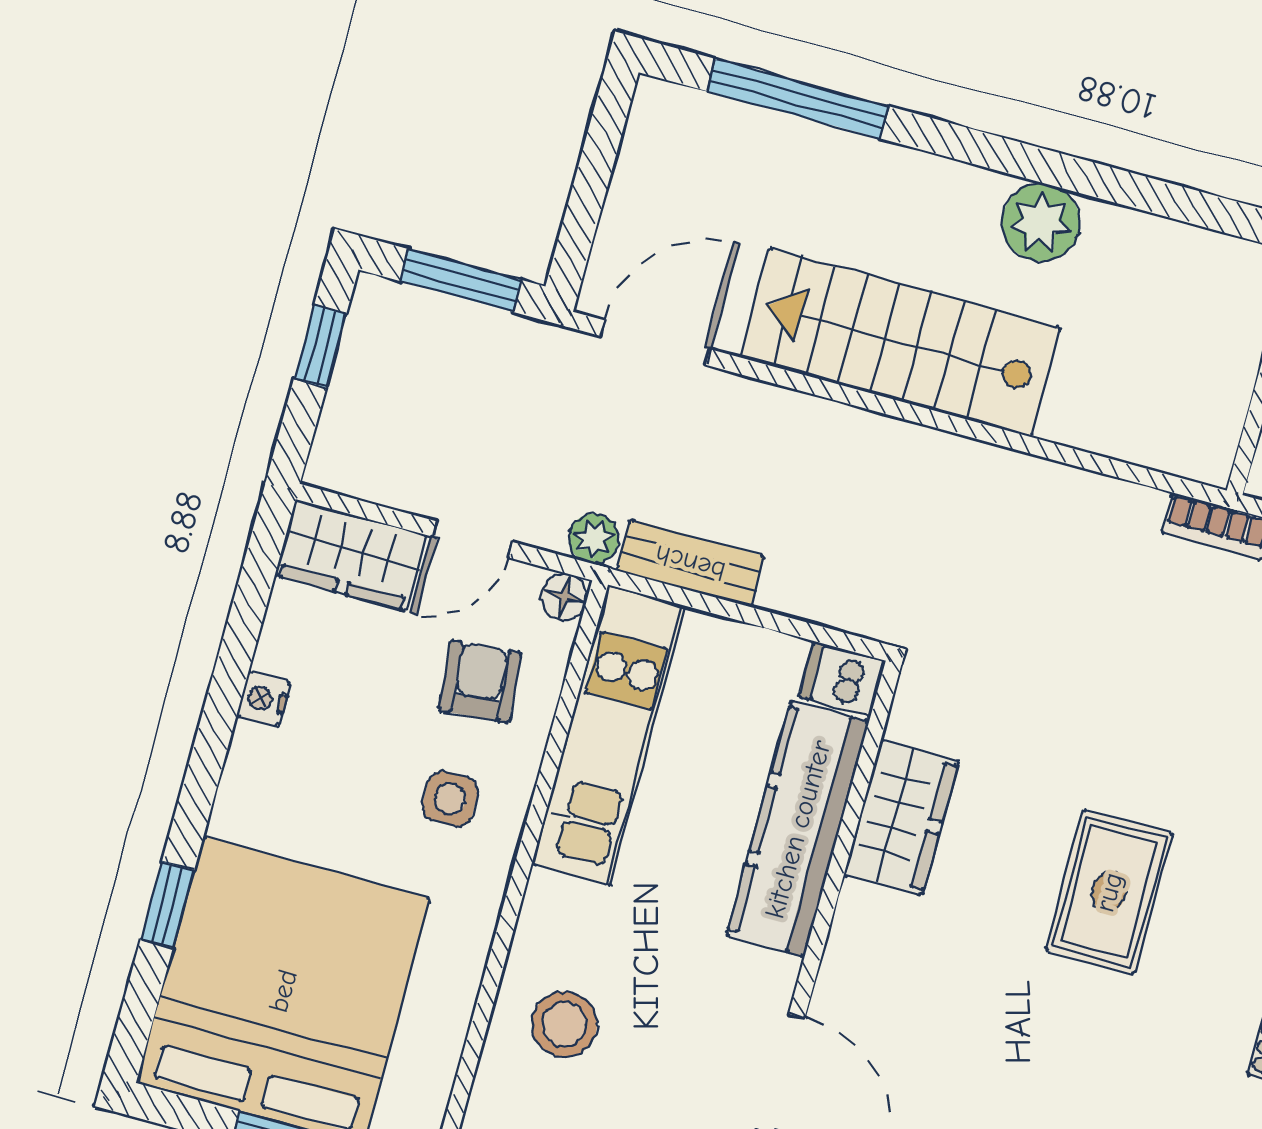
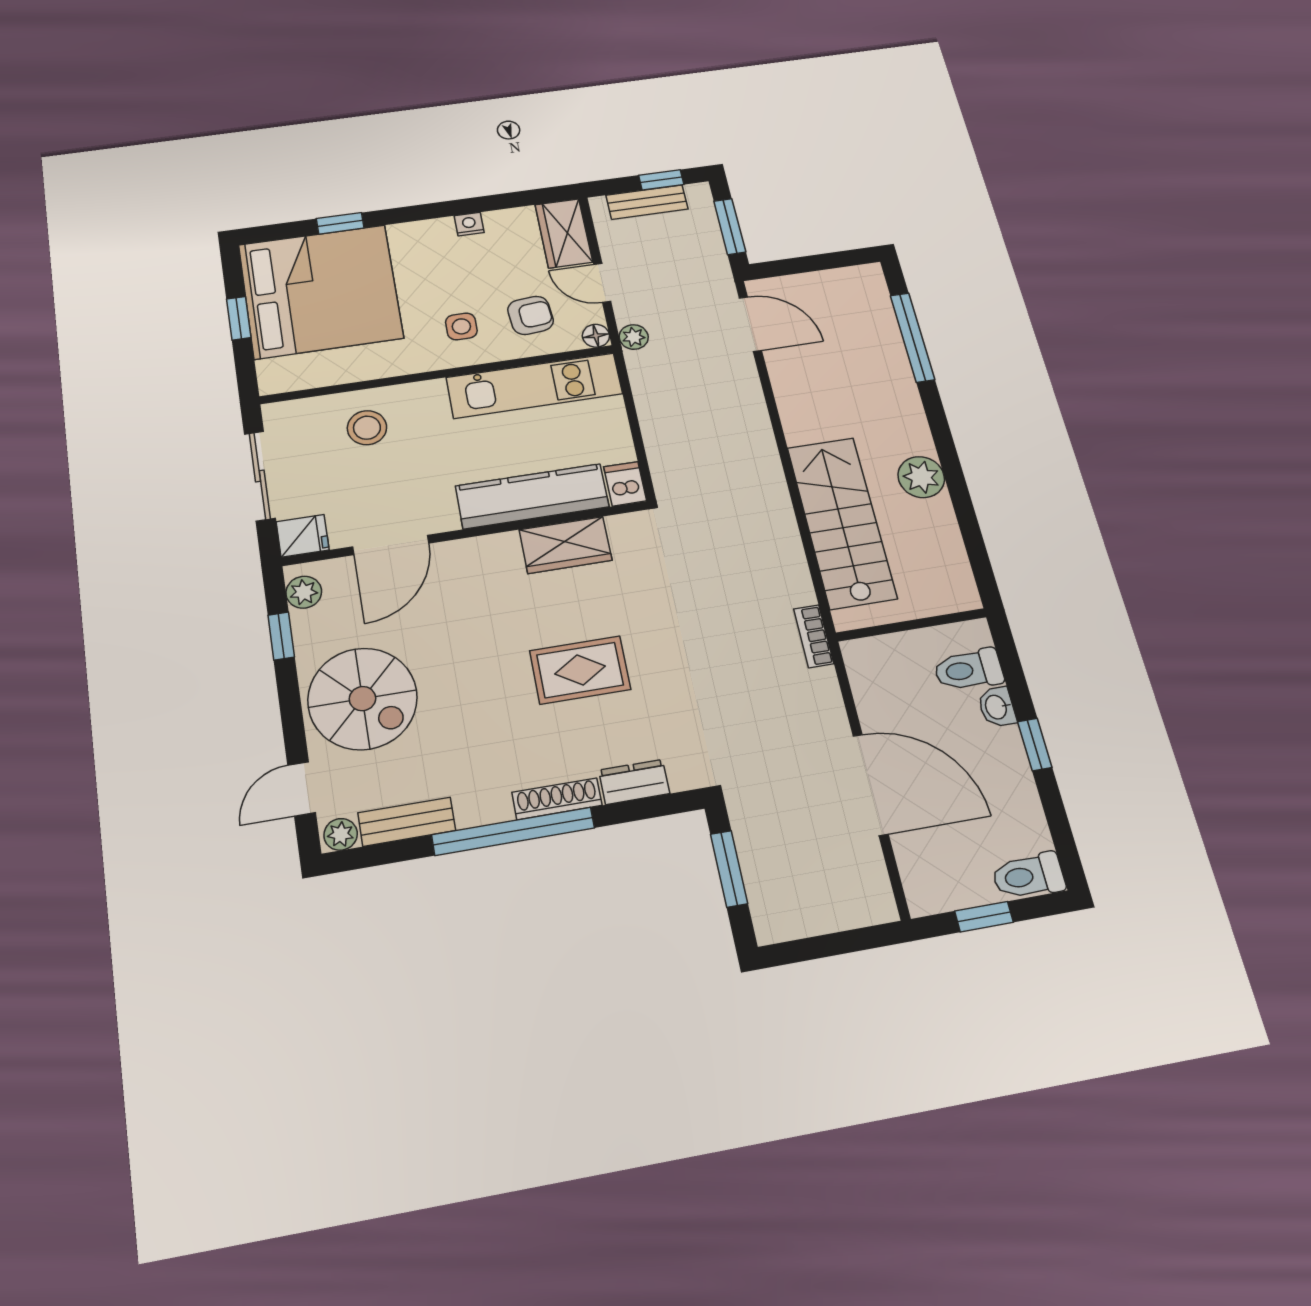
stairs: (900, 342) -> (842, 522), moved
bench: (690, 563) -> (647, 202), moved, turned 90

